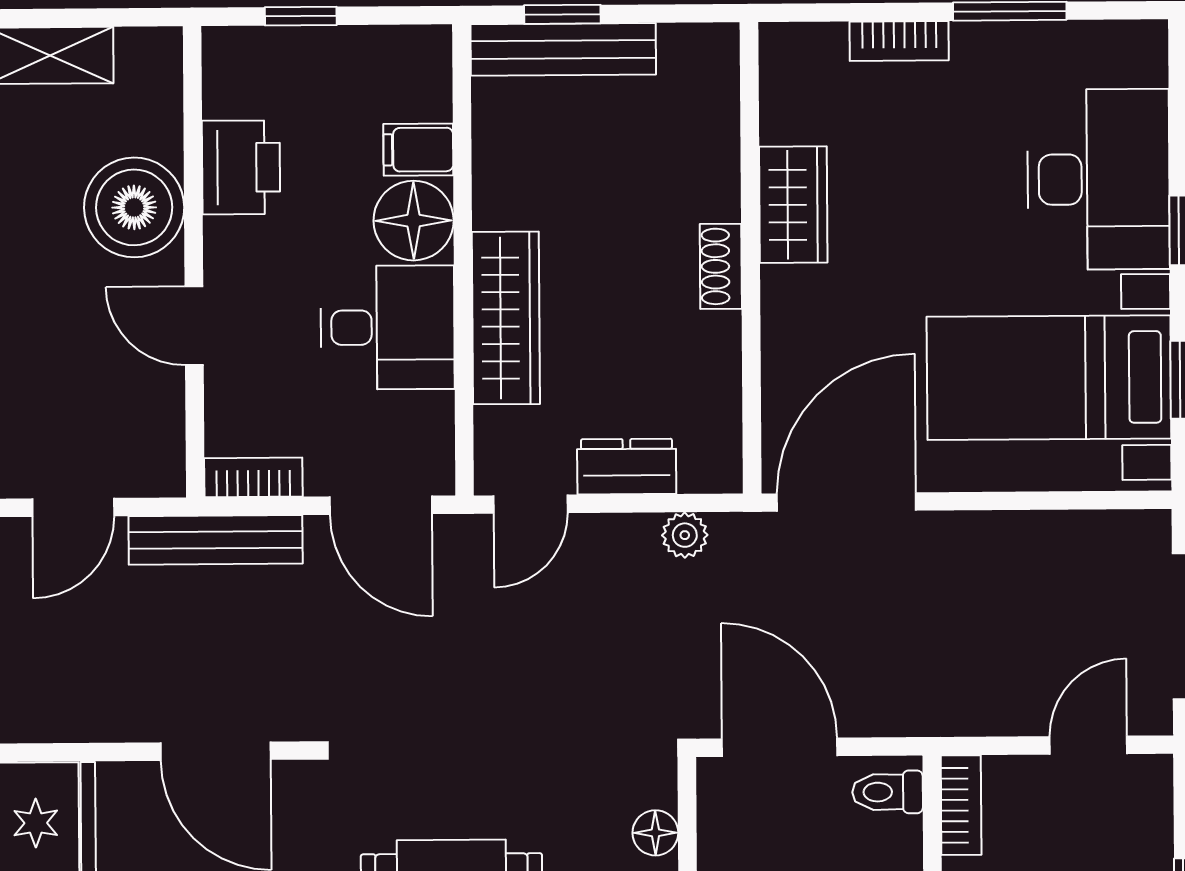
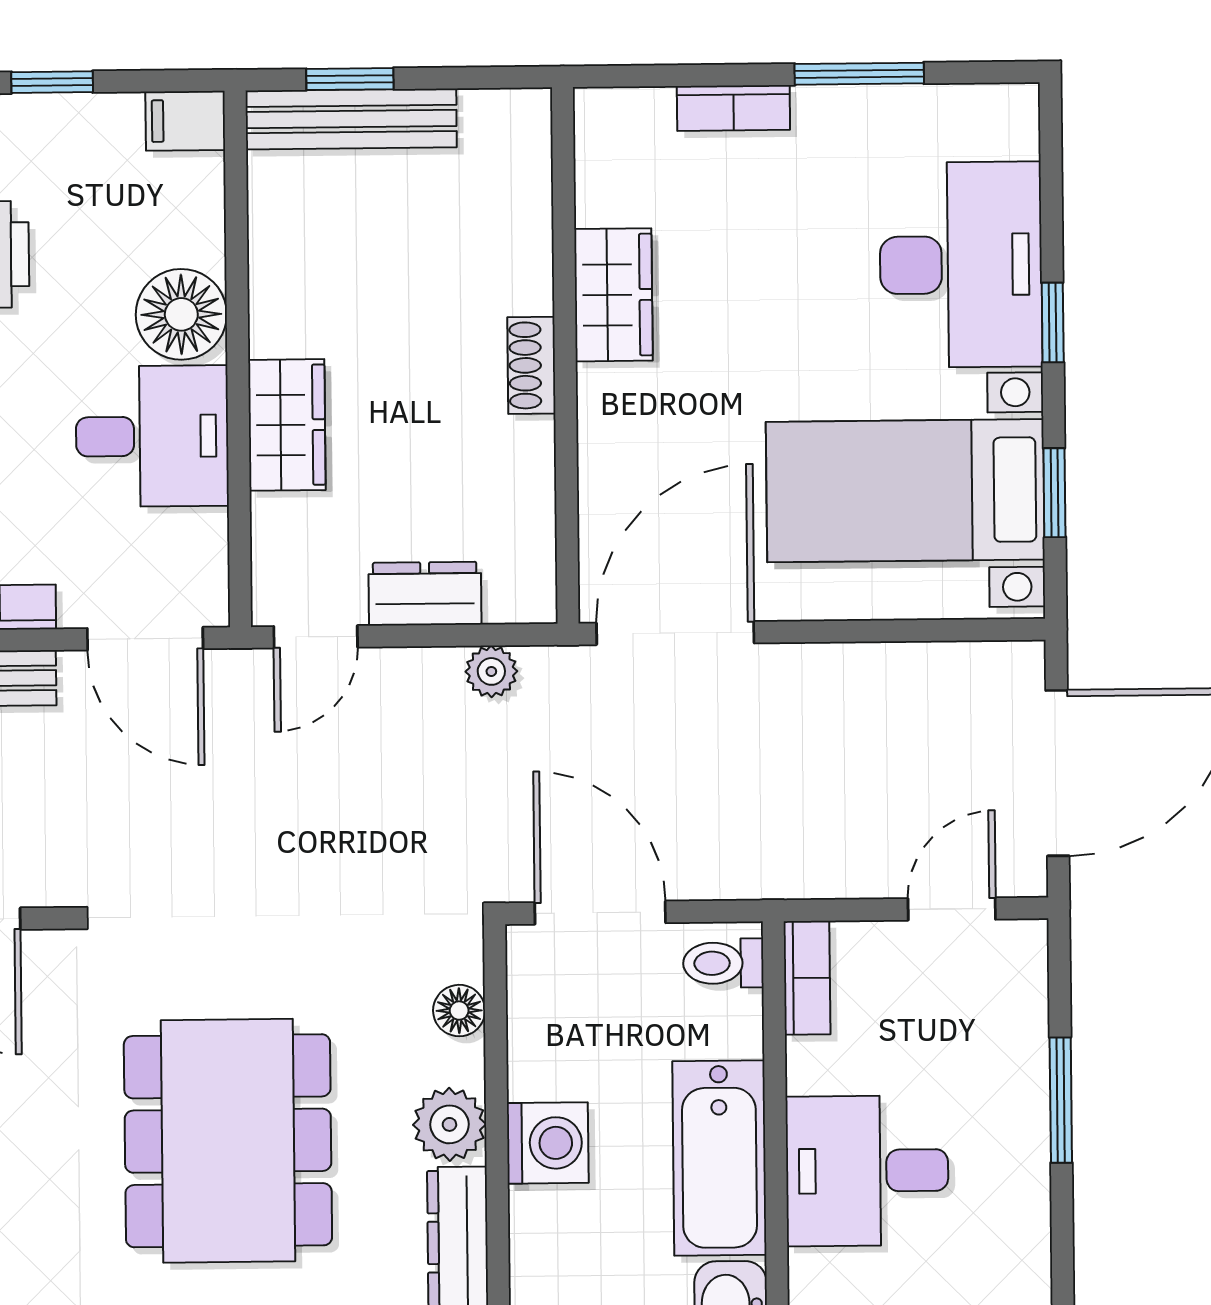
filing cabinet: (418, 150) -> (185, 121), moved
wardrobe: (506, 318) -> (287, 425), width x0.67

